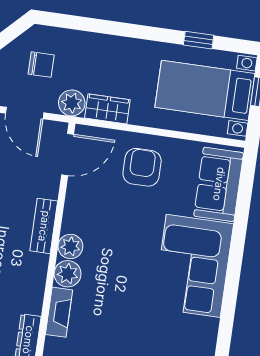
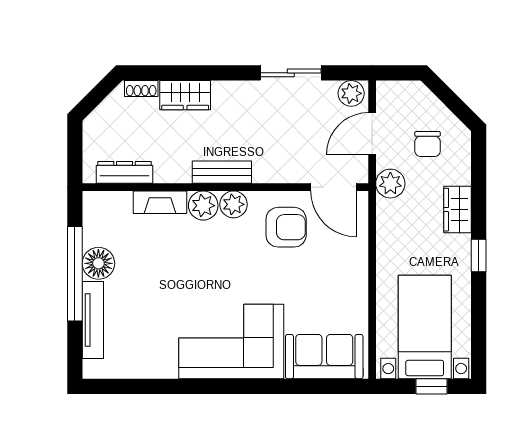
window: (199, 40) -> (479, 255), moved
wardrobe: (107, 109) -> (458, 210), moved, turned 180
armchair: (142, 167) -> (286, 227), moved
bench: (44, 226) -> (222, 172), moved

